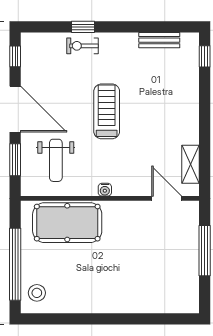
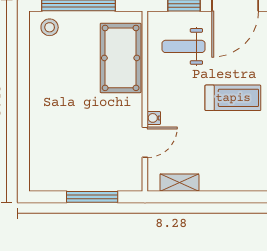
water cooler: (105, 190) -> (154, 118), moved
door: (167, 198) -> (145, 142), moved

